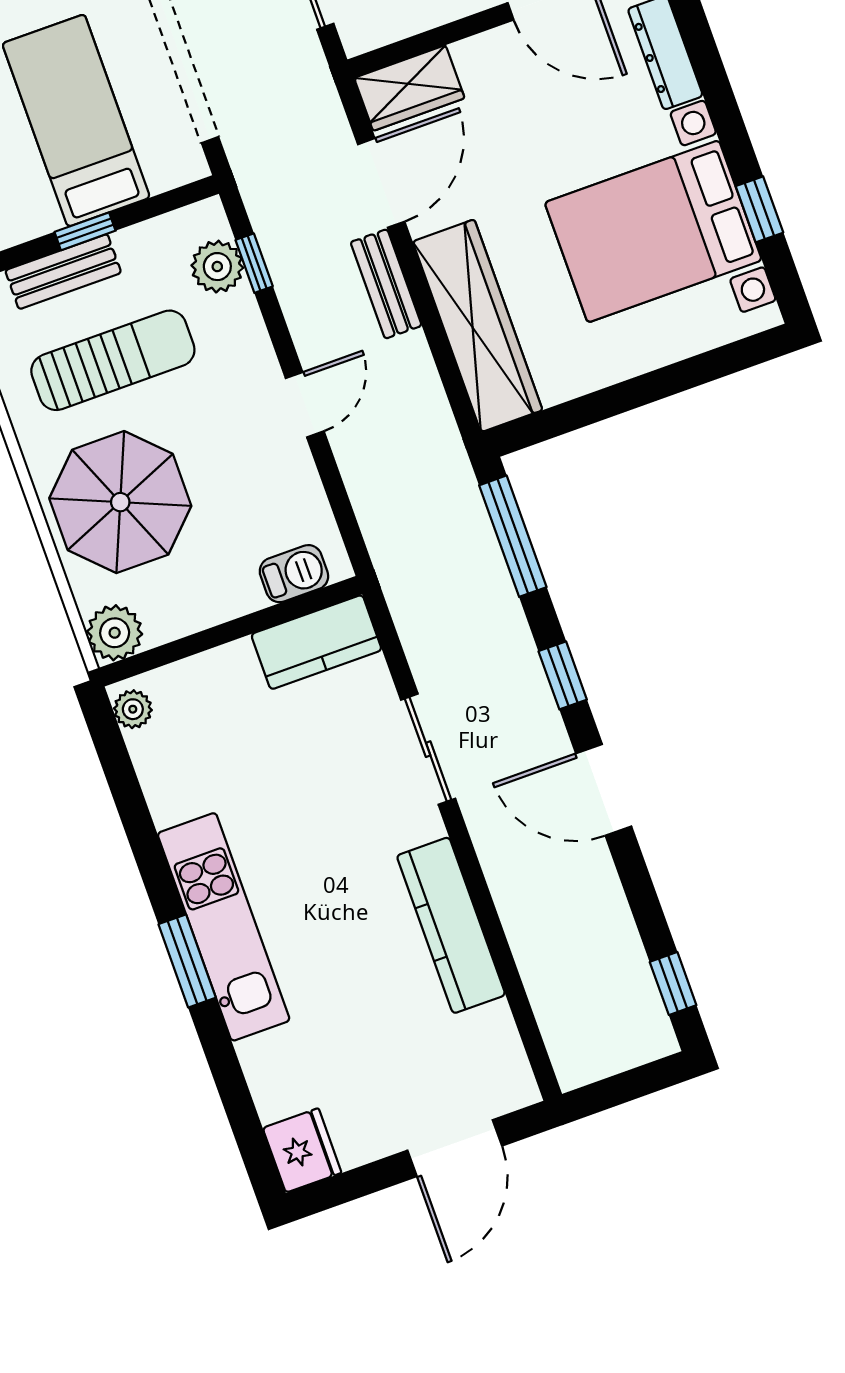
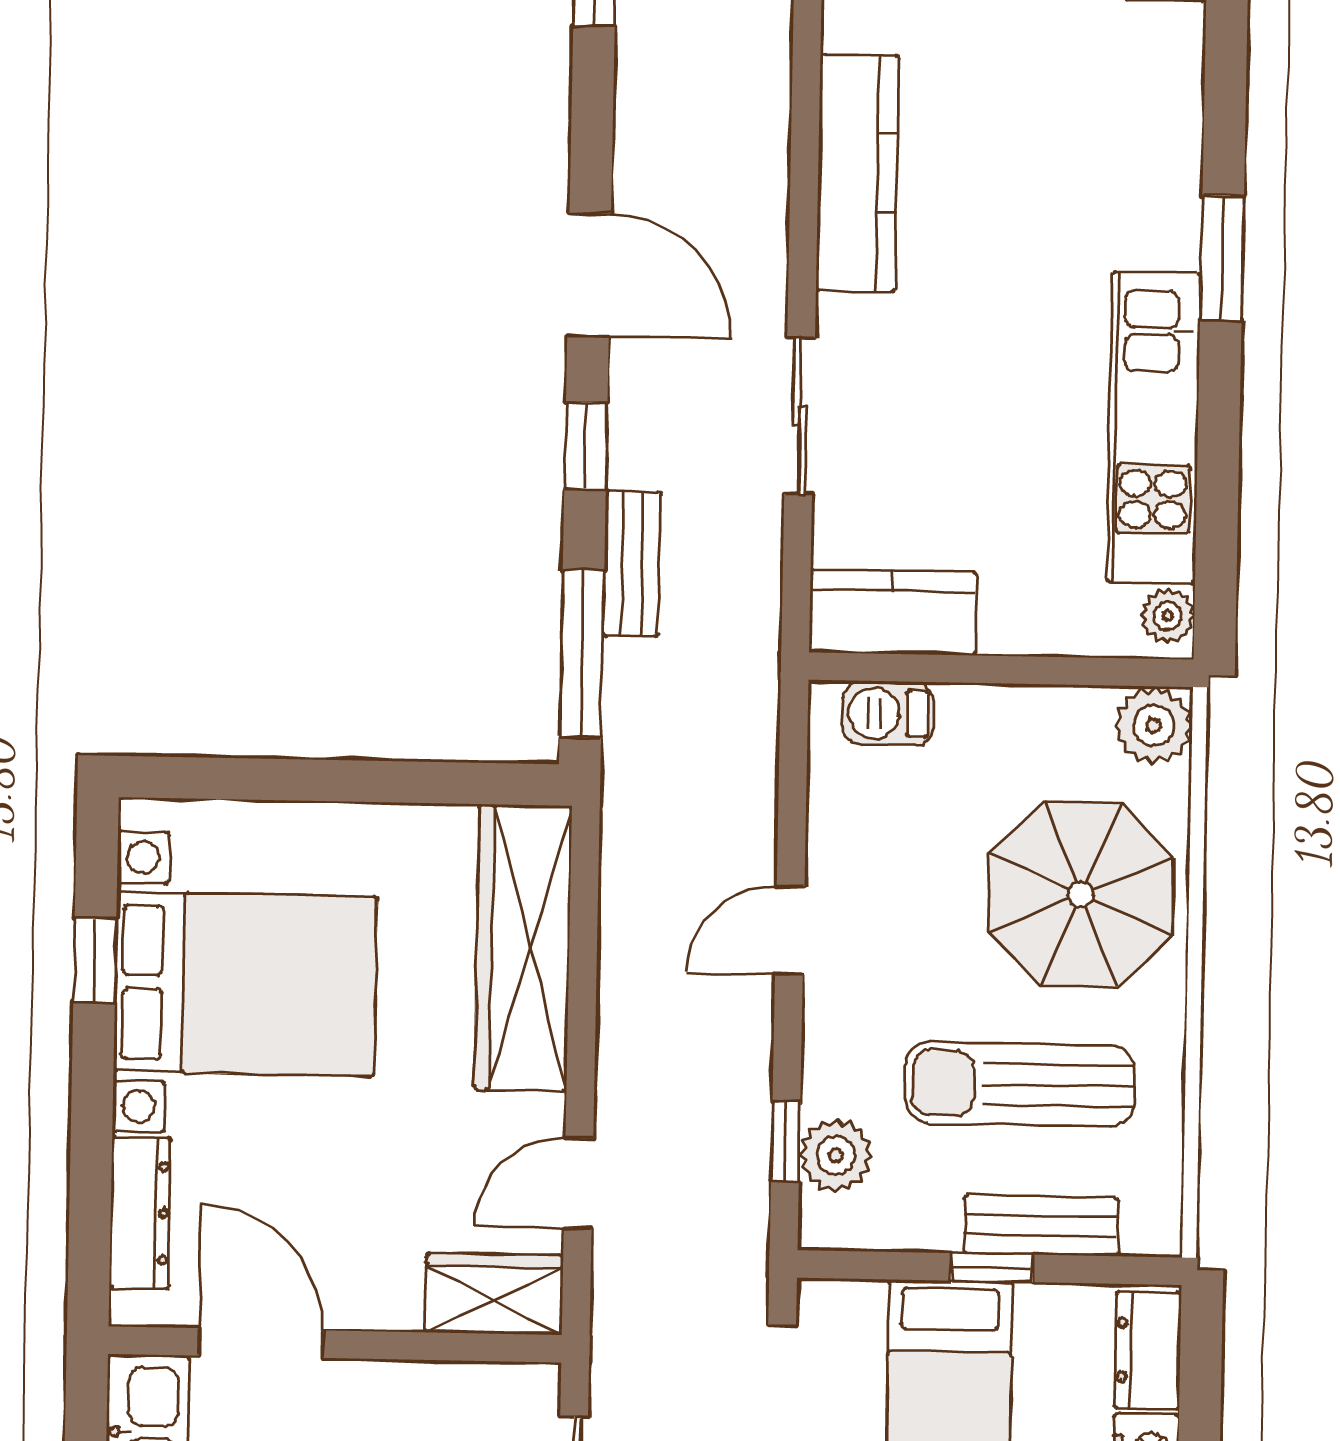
door: (381, 183) -> (579, 1183), width x0.73
bench: (386, 284) -> (632, 564), moved
kitchen unit: (224, 927) -> (1154, 428), moved

